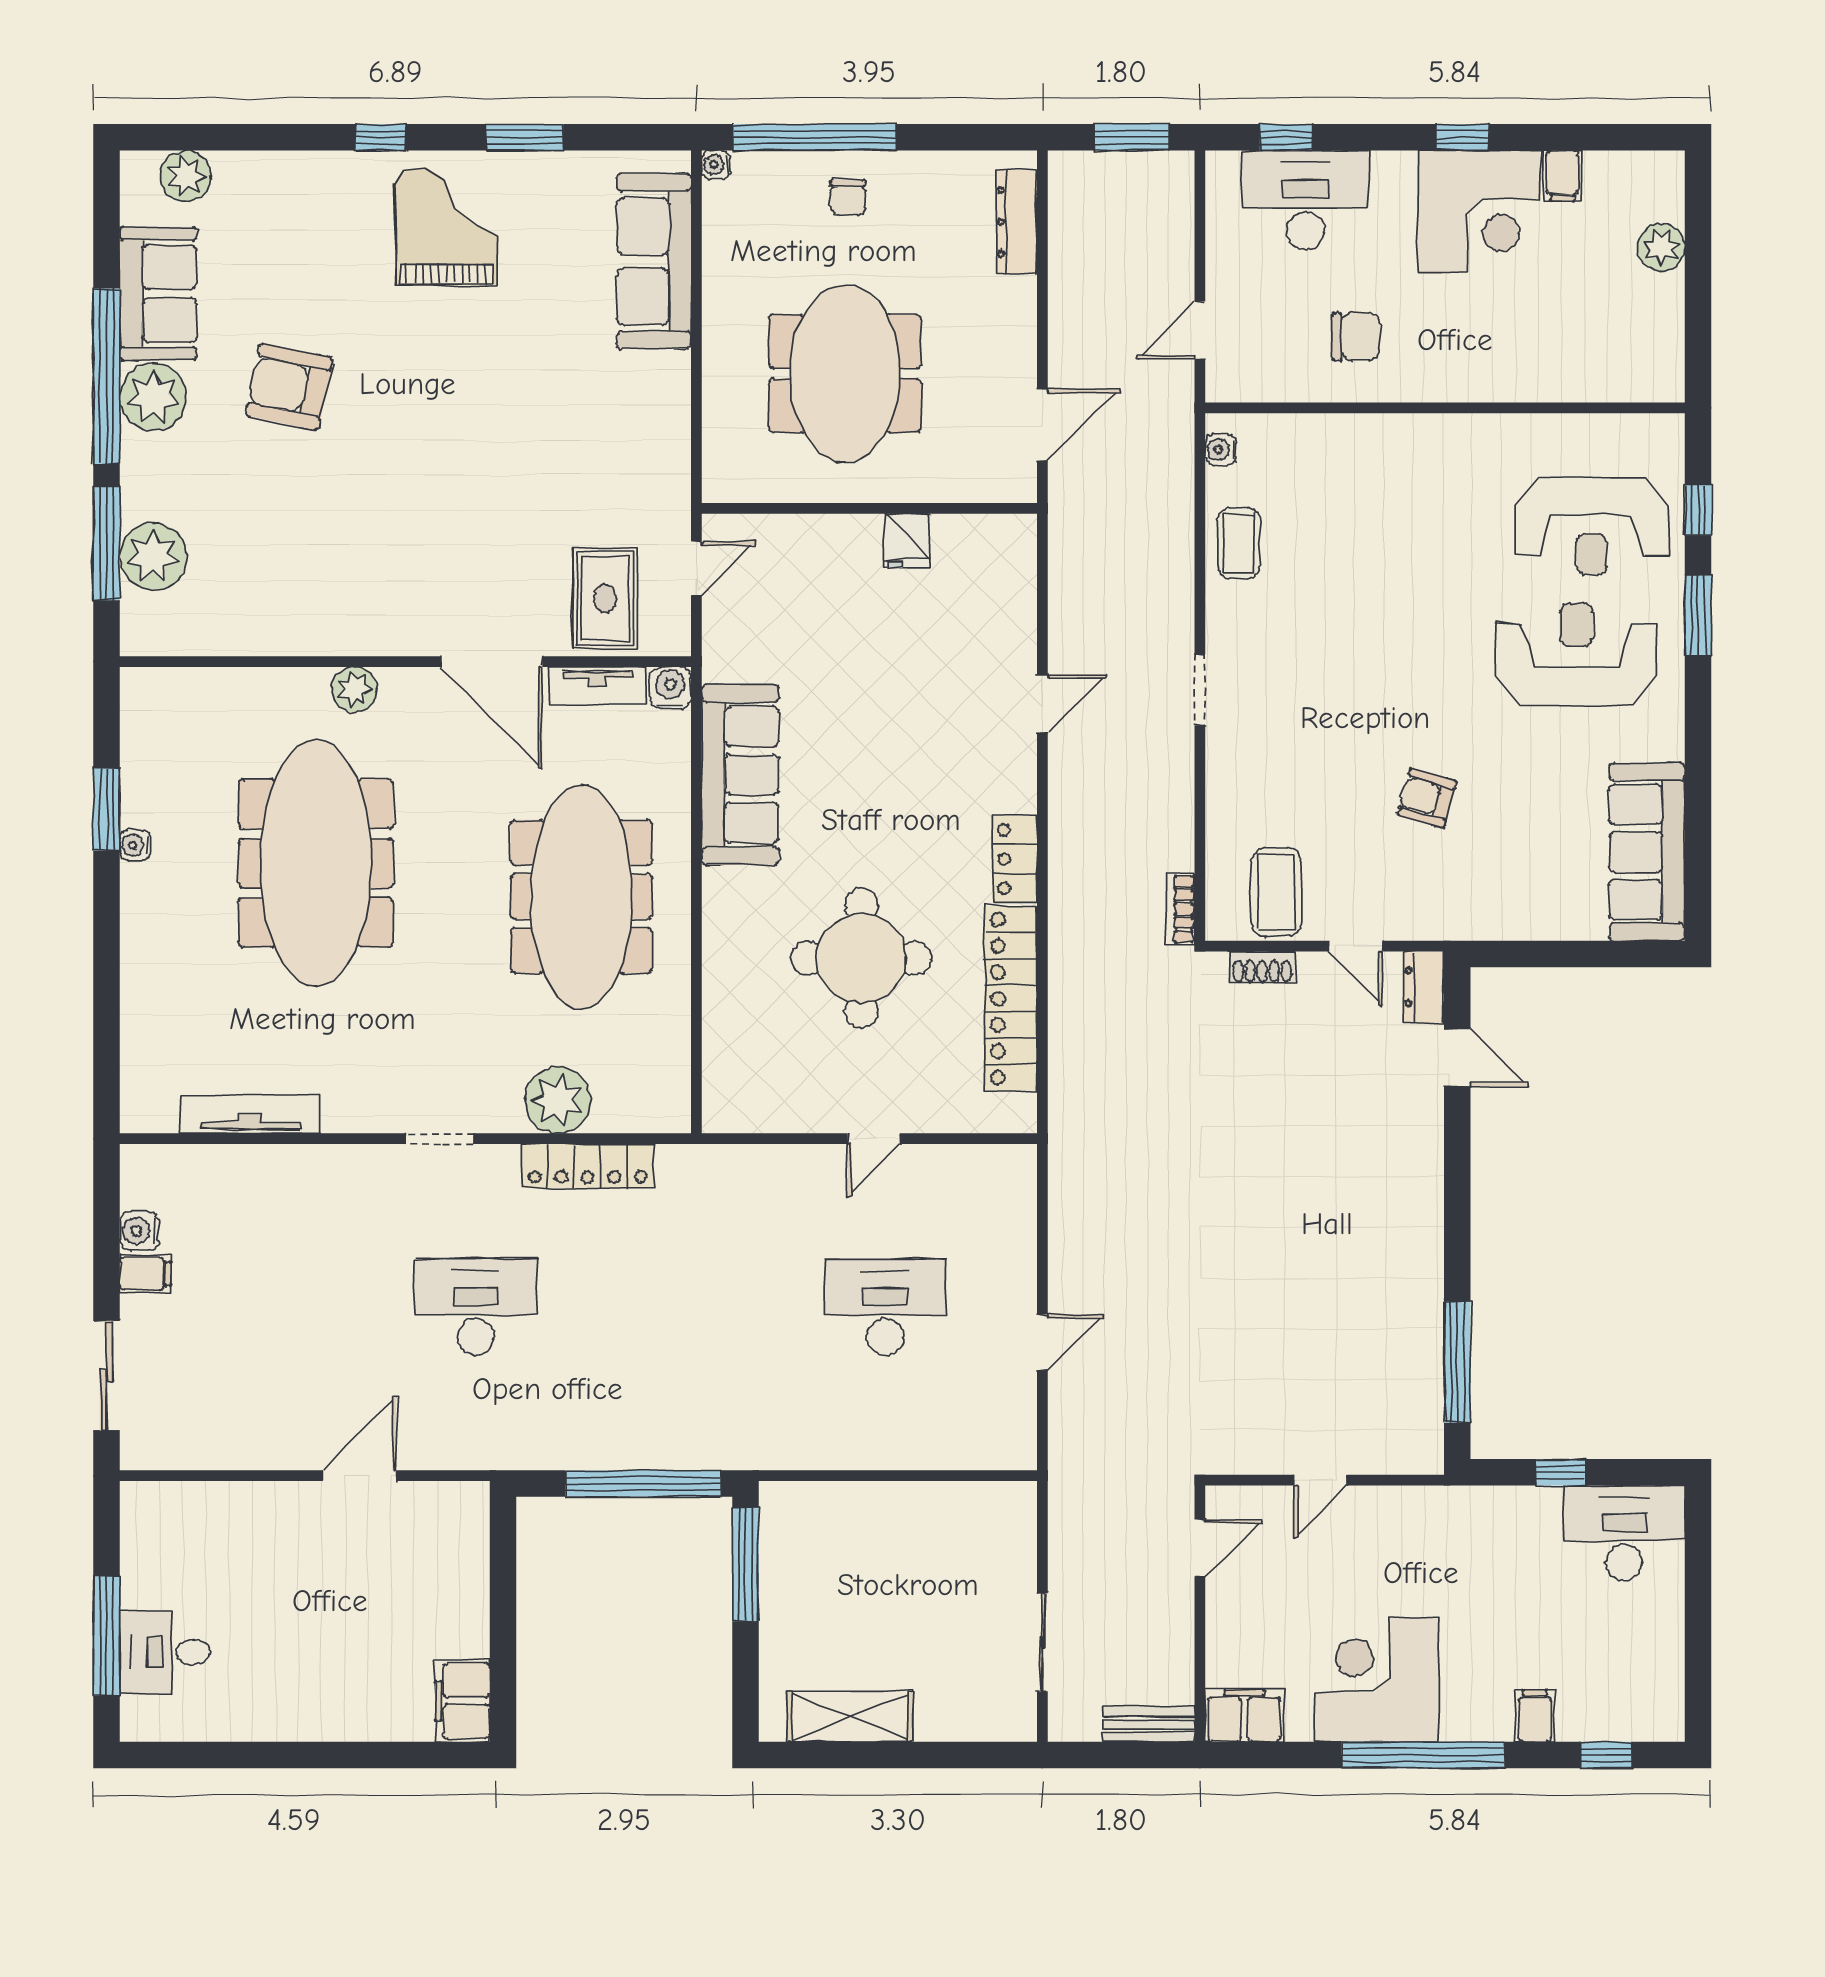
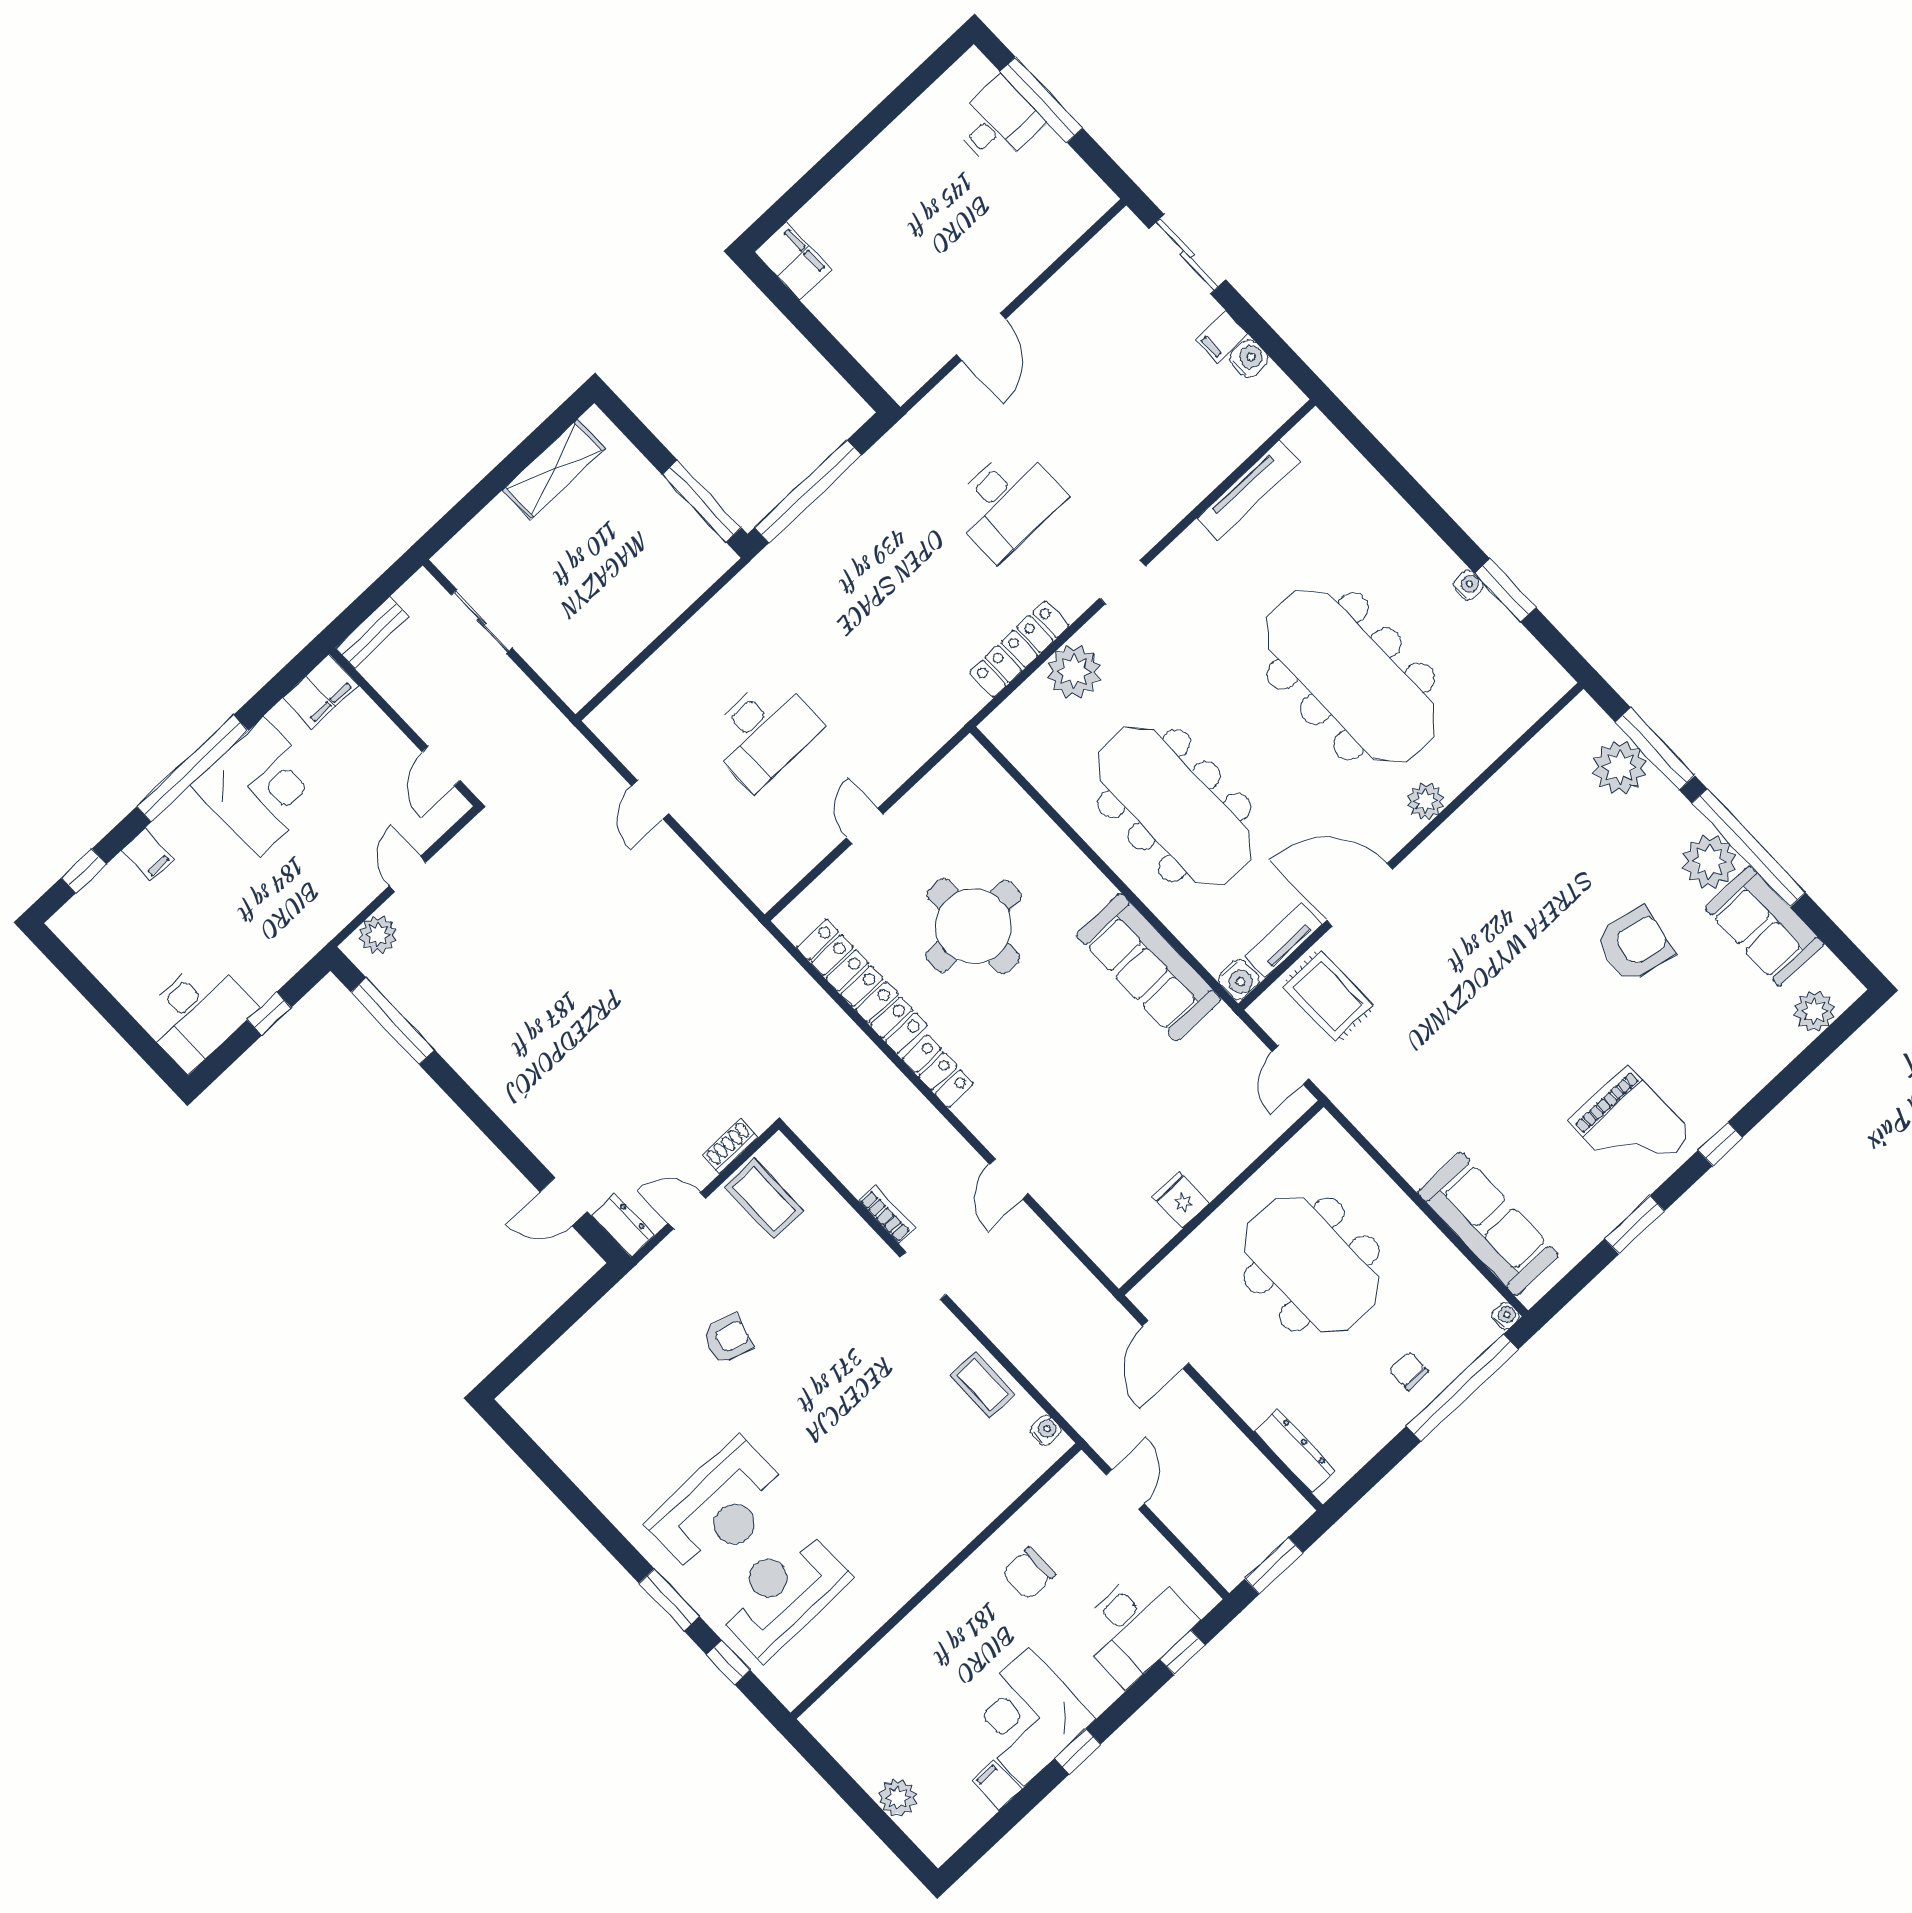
sofa: (1647, 852) -> (566, 1431), removed
bookcase: (1180, 909) -> (887, 1214), moved
plant: (1398, 1451) -> (378, 935), added

